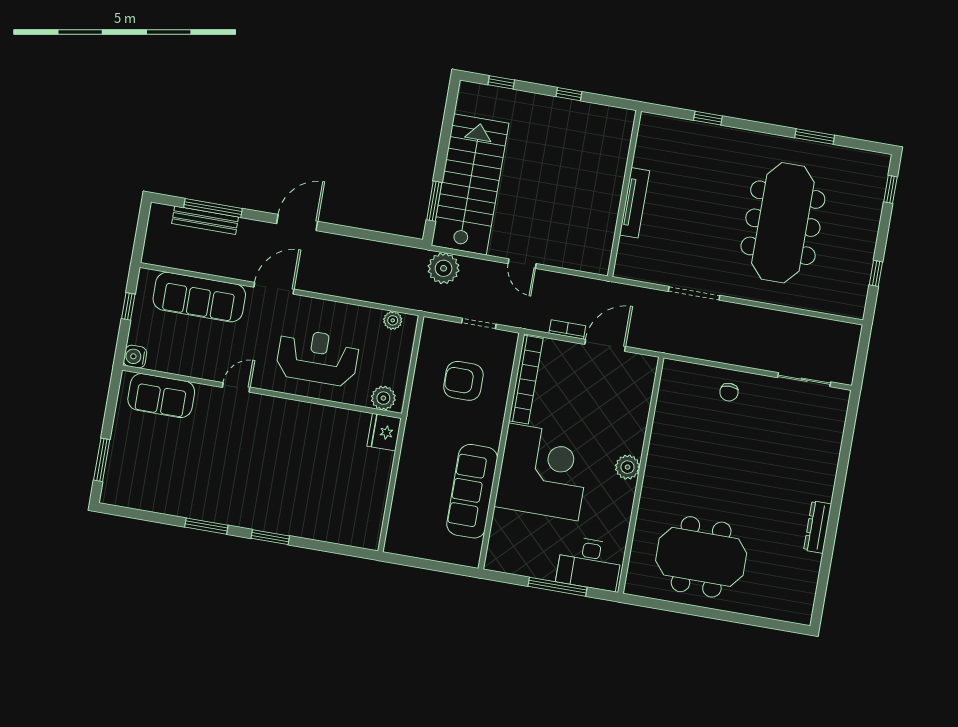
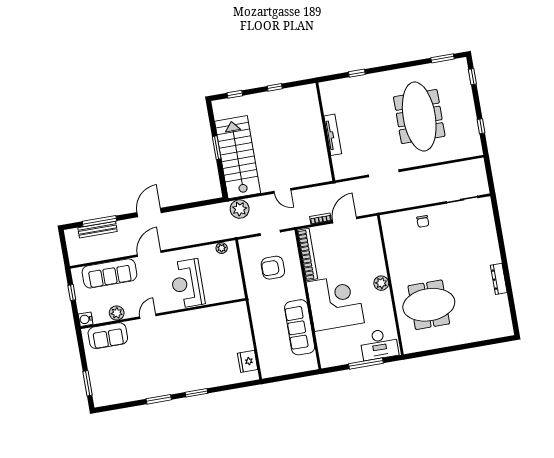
window: (815, 137) -> (443, 58), moved
window: (434, 201) -> (217, 148), moved
reception desk: (318, 357) -> (187, 283), turned -90
plant: (383, 398) -> (117, 313), moved
fridge: (384, 432) -> (248, 361), moved
meeting table: (701, 557) -> (429, 305), moved

